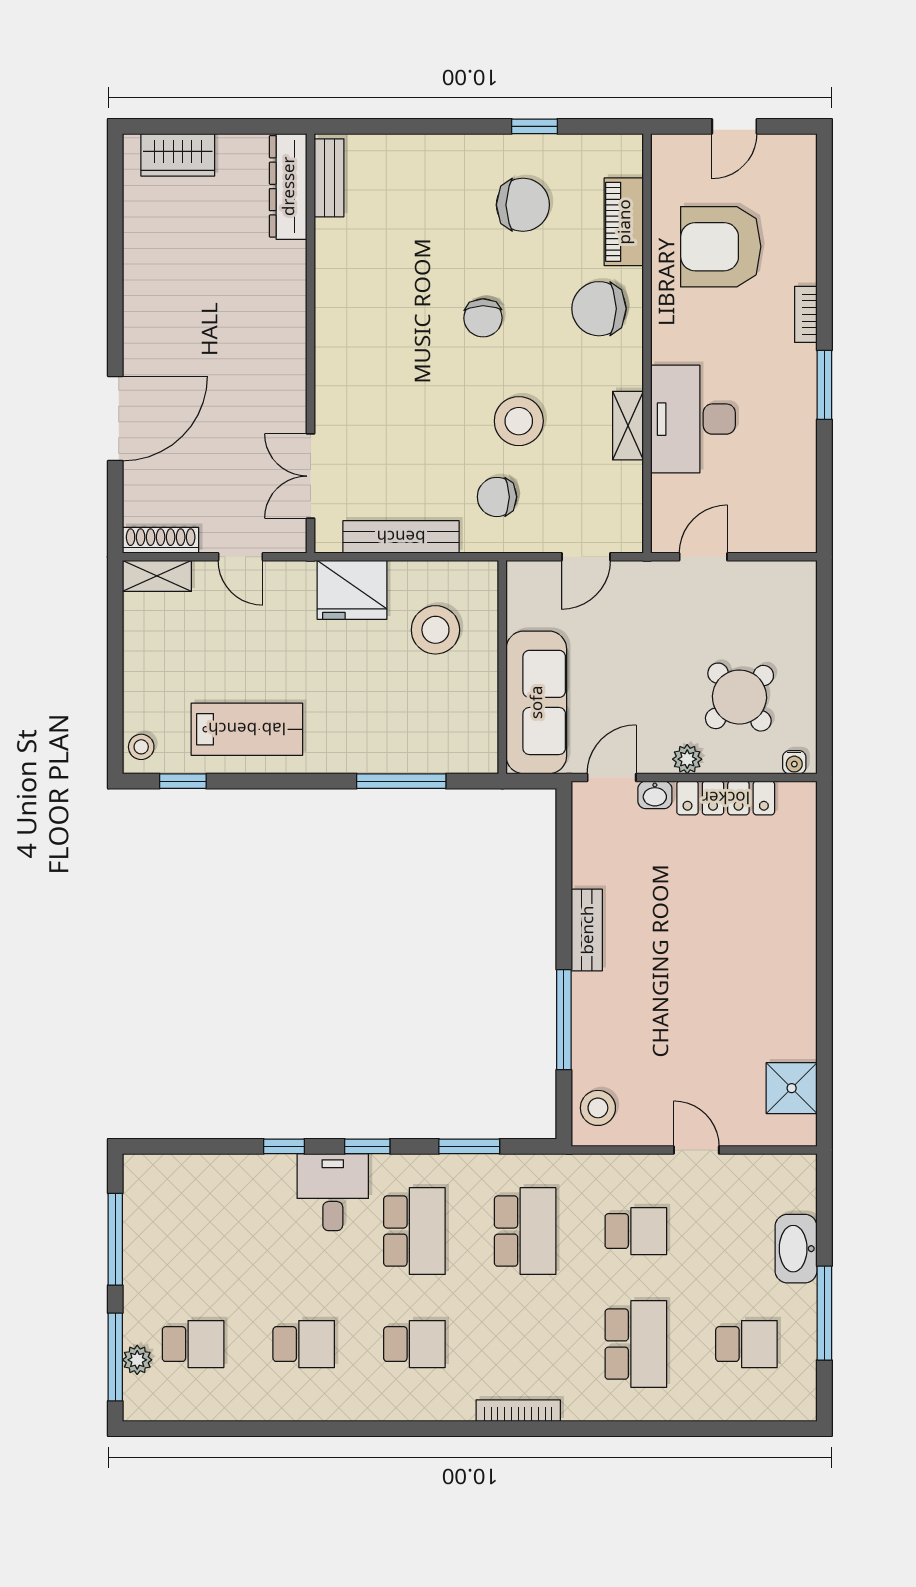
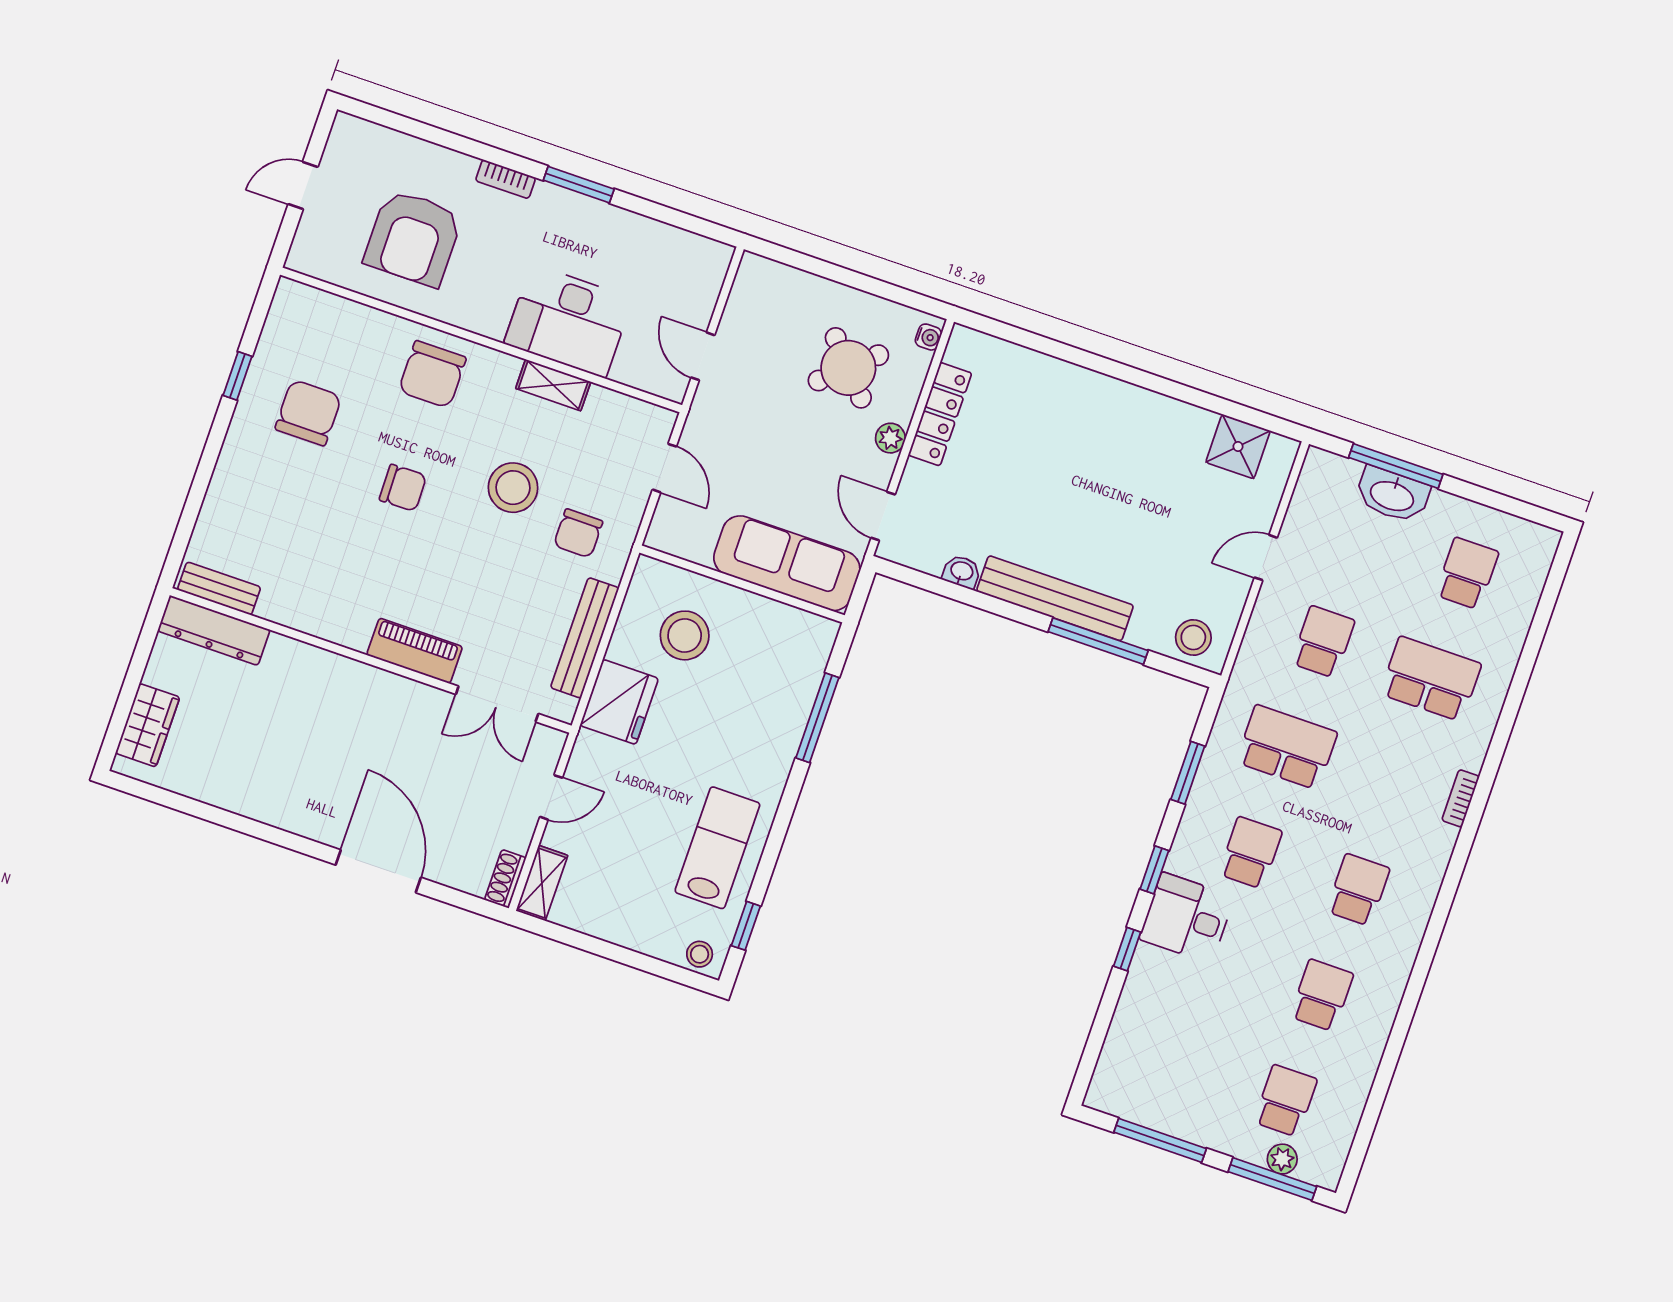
door: (734, 126) -> (303, 186), swing flipped
piano: (624, 222) -> (415, 651), moved, turned 180
shoe rack: (161, 540) -> (505, 879), width x0.70
washbasin: (655, 795) -> (962, 572), moved, turned -90
bench: (587, 930) -> (1055, 598), width x1.86, depth x1.21
school desk: (414, 1231) -> (1250, 853), width x0.54
window: (824, 1313) -> (1396, 466), moved
bookcase: (518, 1411) -> (1461, 798), width x0.64

